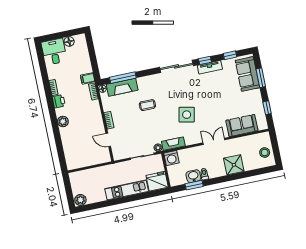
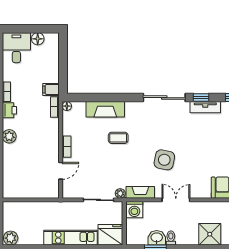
window: (123, 78) -> (95, 98), removed
fireplace: (122, 87) -> (105, 109), moved
door: (108, 140) -> (61, 171), swing flipped
double door: (214, 141) -> (176, 200), moved

